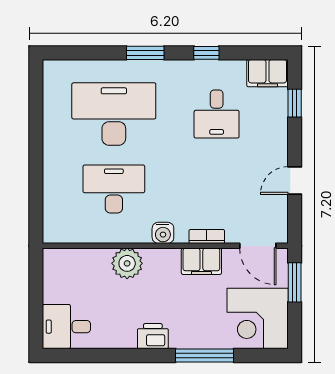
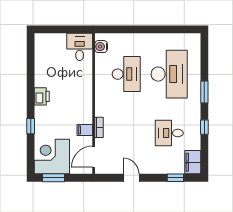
water cooler: (163, 233) -> (101, 47), moved
filing cabinet: (201, 261) -> (85, 130), width x0.50
plant: (127, 263) -> (84, 82), removed
window: (295, 282) -> (54, 178), moved
desk: (66, 327) -> (80, 47), moved
window: (205, 355) -> (31, 126), width x0.46

